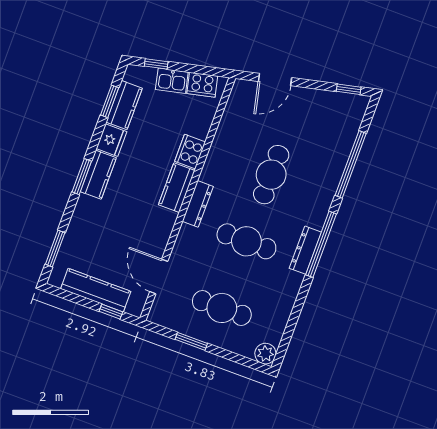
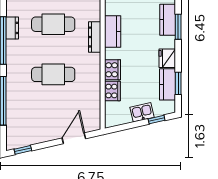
cooker: (202, 85) -> (112, 91), moved, turned 103
kitchen counter: (98, 175) -> (168, 20), moved
cafe table: (271, 175) -> (53, 74), turned 90
kitchen counter: (177, 188) -> (113, 32), moved
dresser: (305, 250) -> (12, 28), width x0.70

